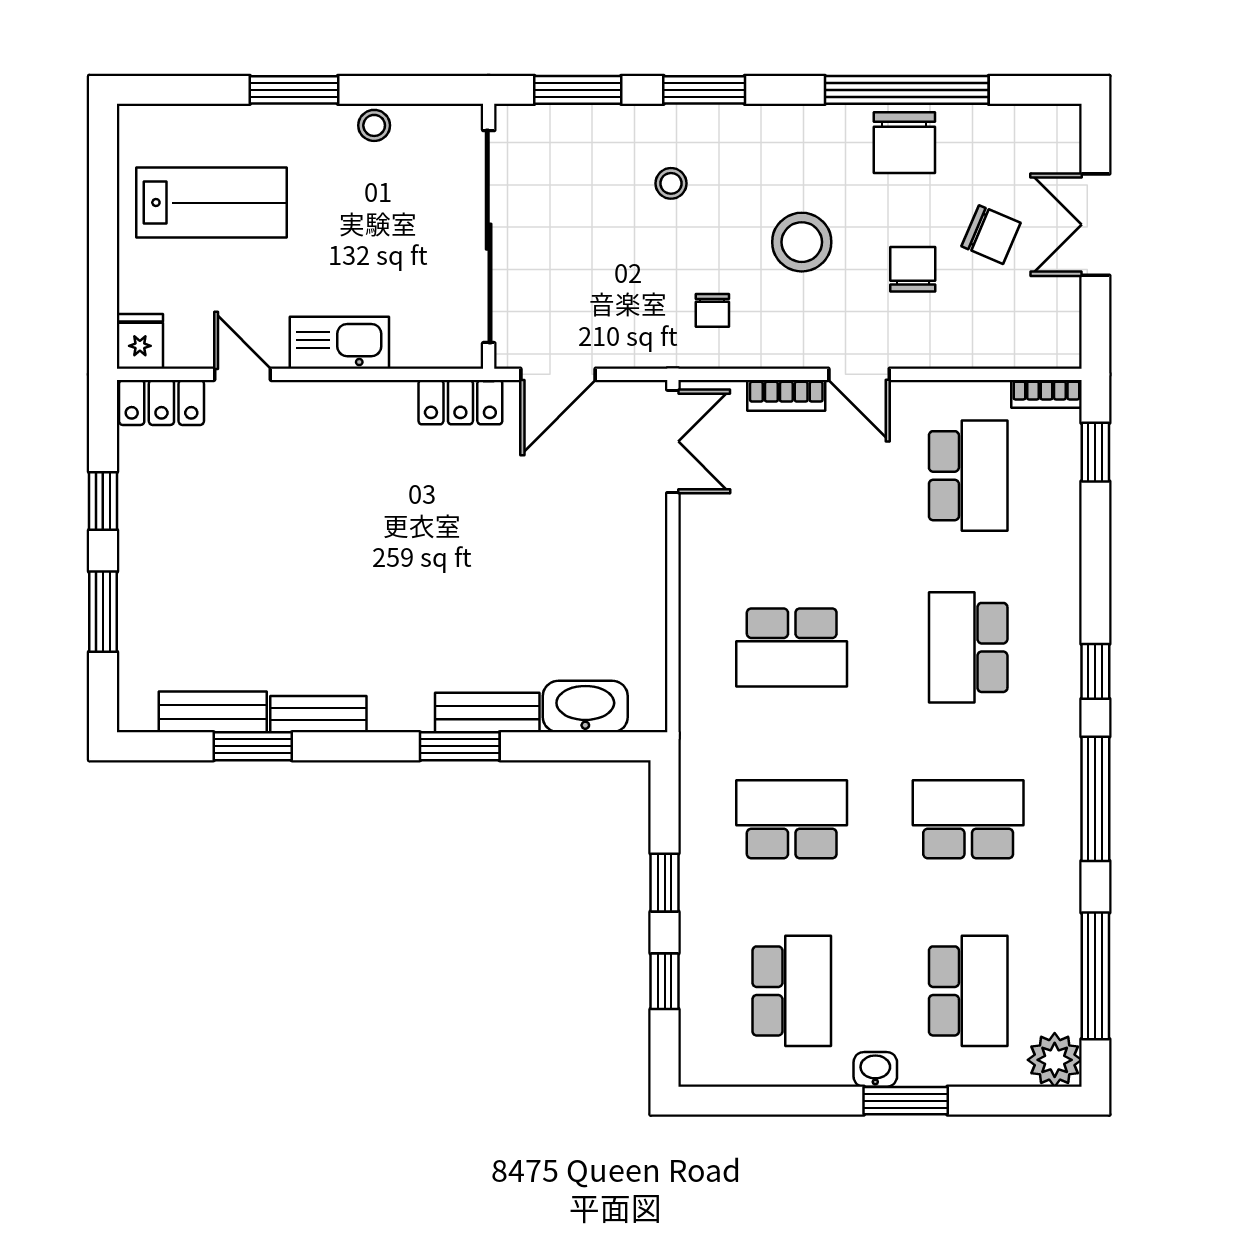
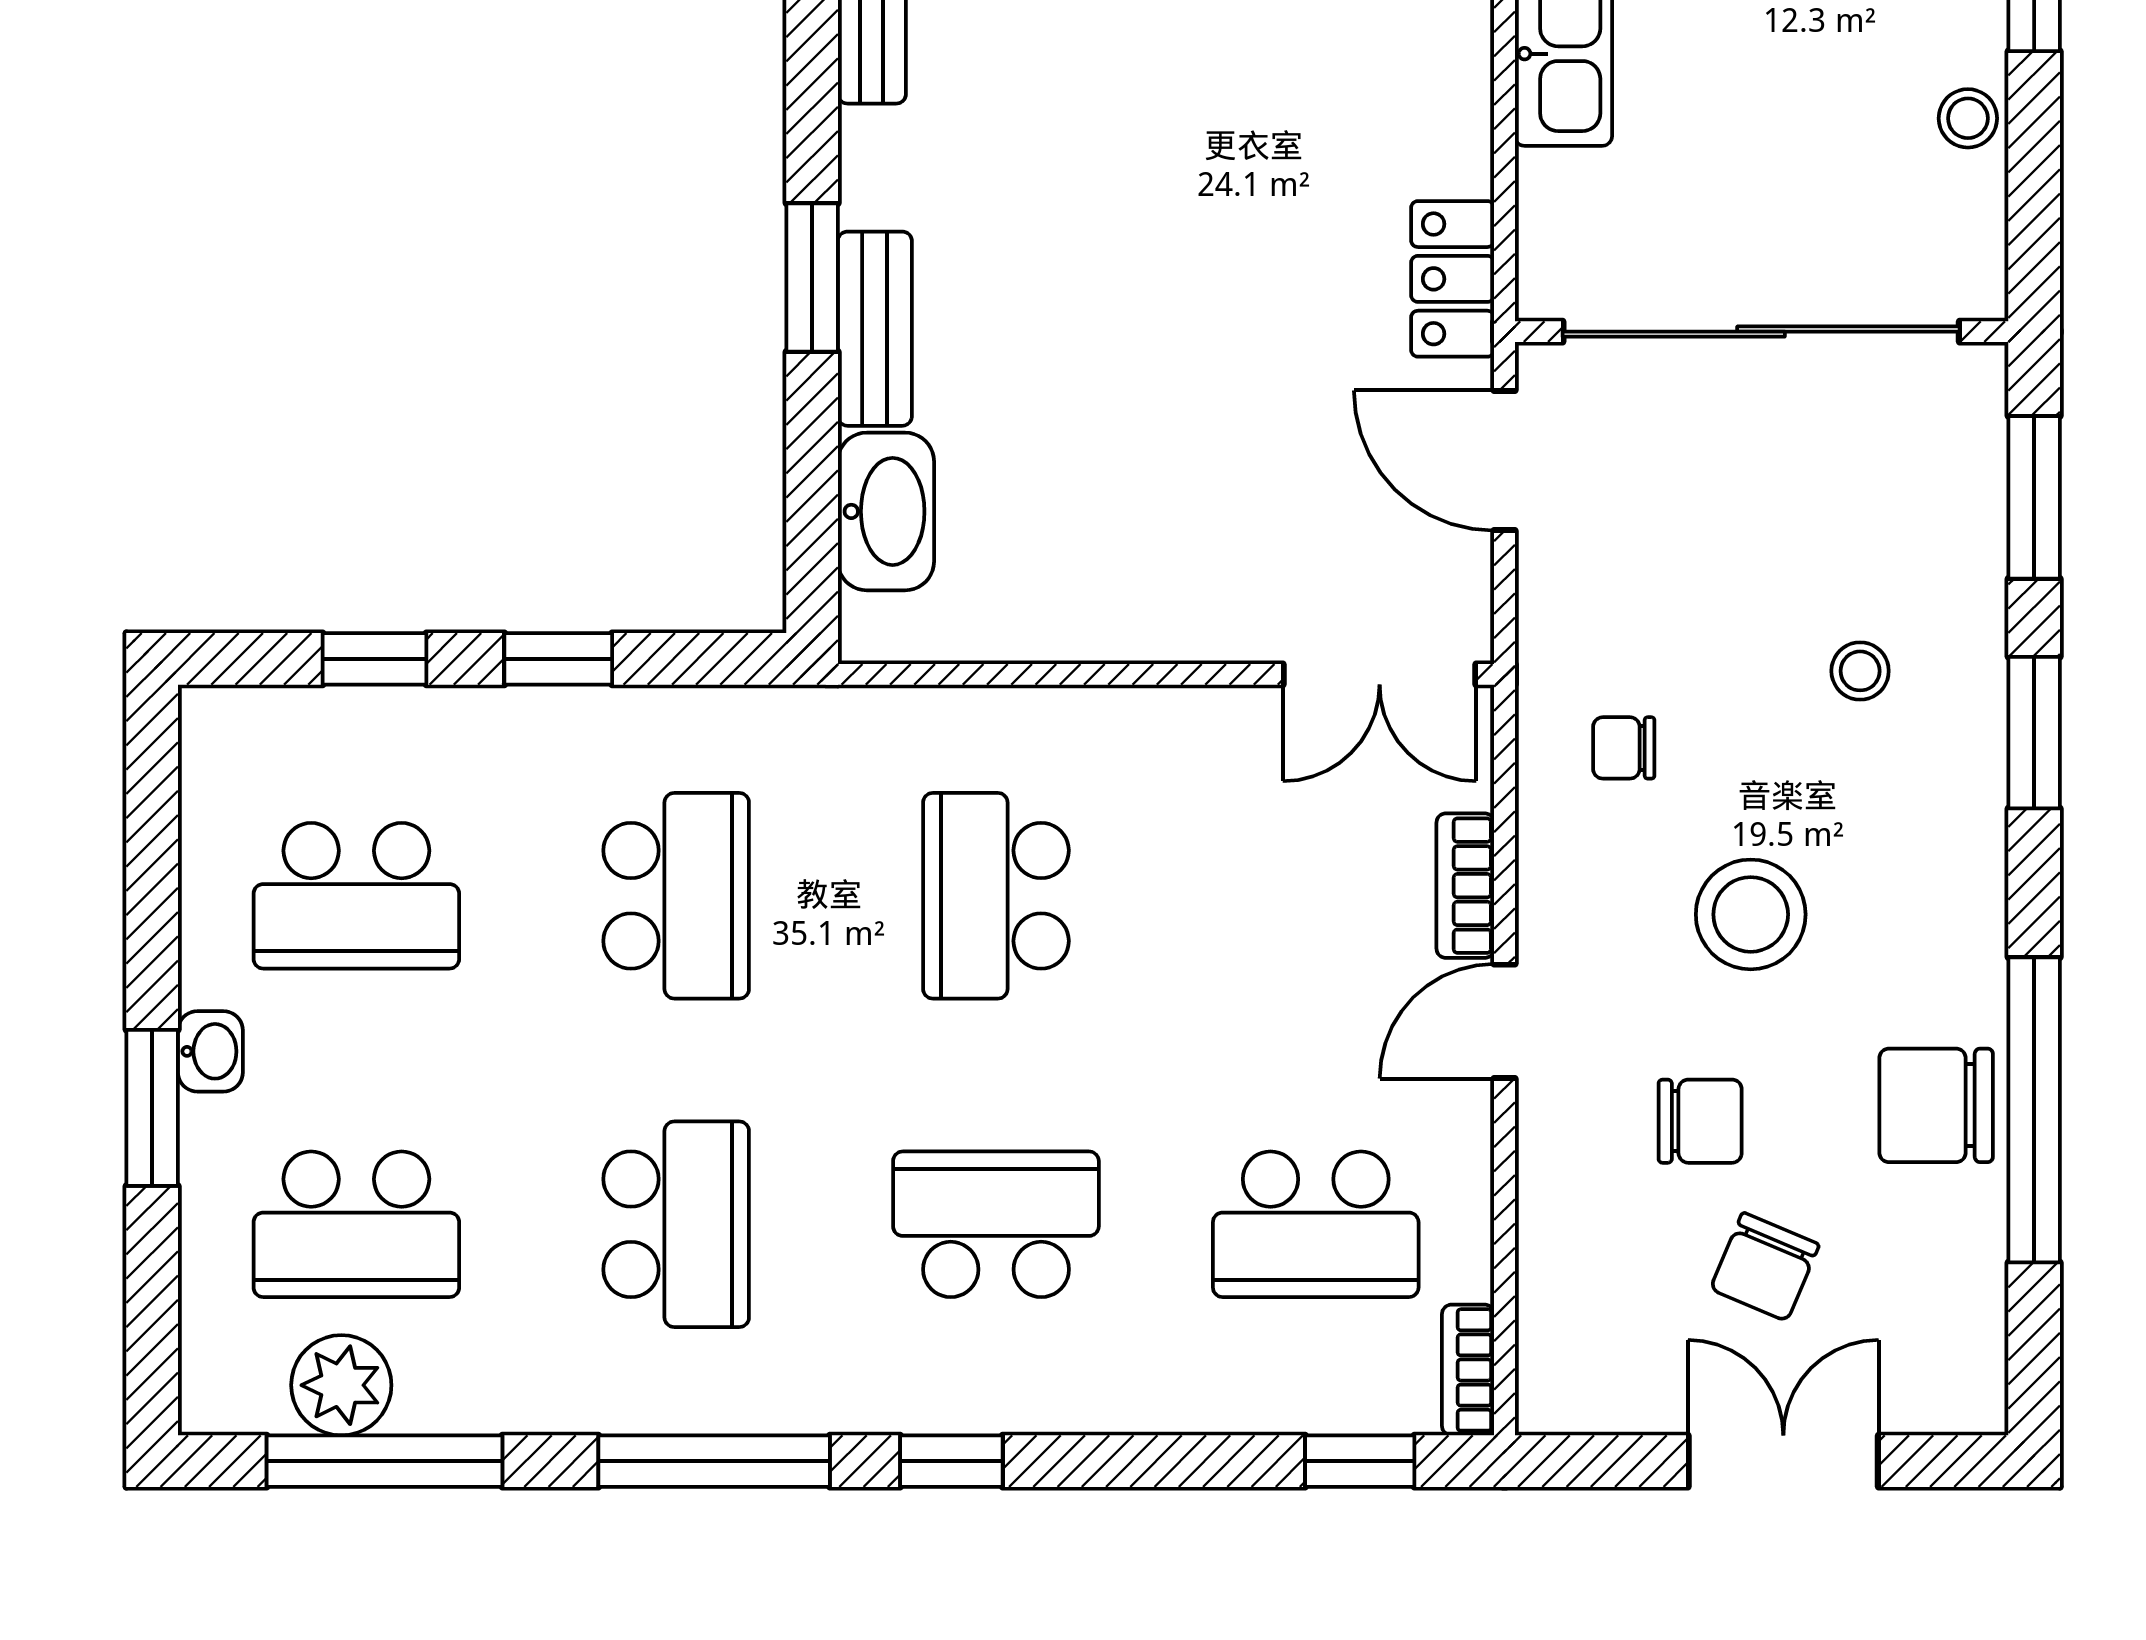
plant: (1055, 1060) -> (341, 1385), moved

